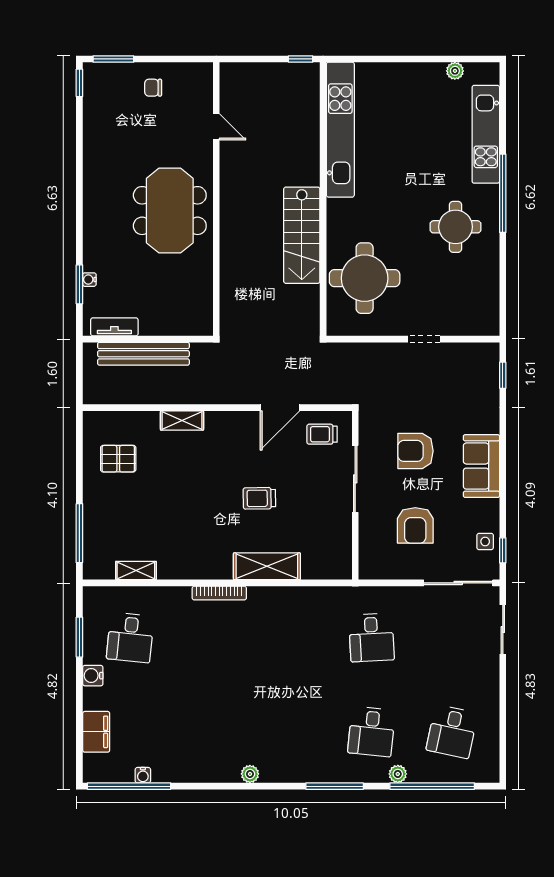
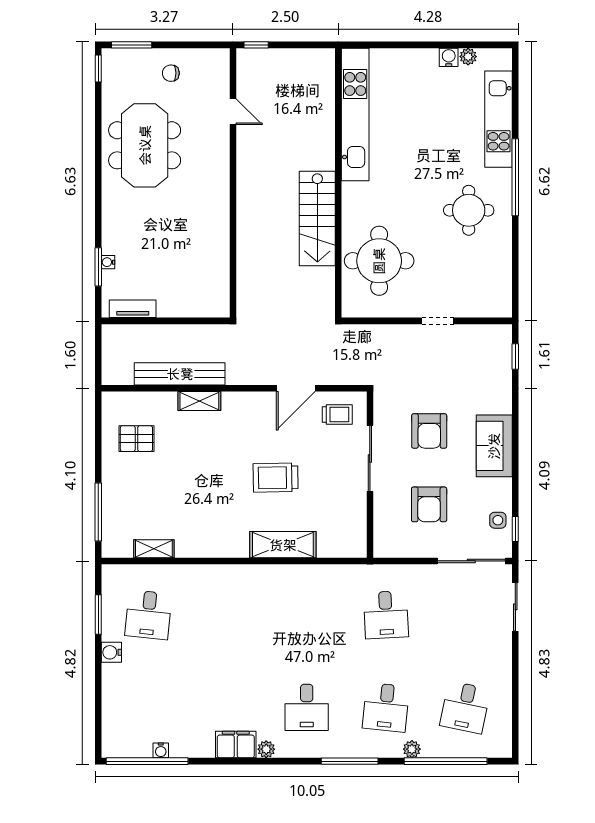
window: (301, 59) -> (256, 45), moved
water cooler: (435, 72) -> (449, 57), added
meeting table: (170, 211) -> (145, 145), moved
bench: (143, 354) -> (180, 374), moved
trolley: (322, 434) -> (337, 414), turned 180
armchair: (415, 451) -> (429, 431), turned -90
trolley: (259, 498) -> (276, 478), width x1.36, depth x1.39
bookcase: (219, 593) -> (236, 571), removed
desk: (291, 731) -> (307, 707), added
filing cabinet: (96, 732) -> (236, 745), moved, turned -90

